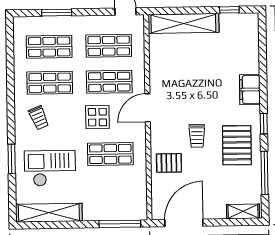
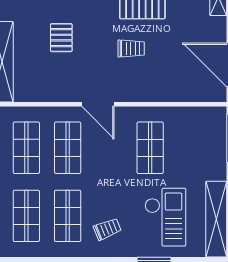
display table: (97, 117) -> (108, 162), removed
pallet: (169, 163) -> (61, 38), moved
checkout: (50, 168) -> (165, 217), turned 180

